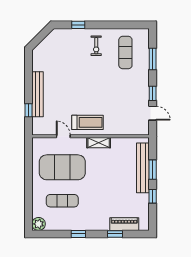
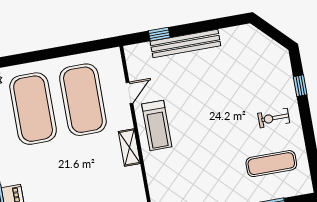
exercise mat: (62, 201) -> (33, 109), width x2.00, depth x1.45

